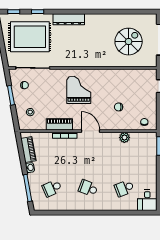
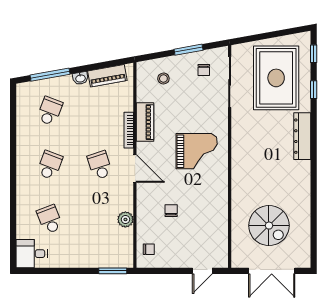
door: (90, 131) -> (135, 169), hinge flipped
school desk: (88, 155) -> (100, 165), added
school desk: (52, 188) -> (50, 111), turned 45

